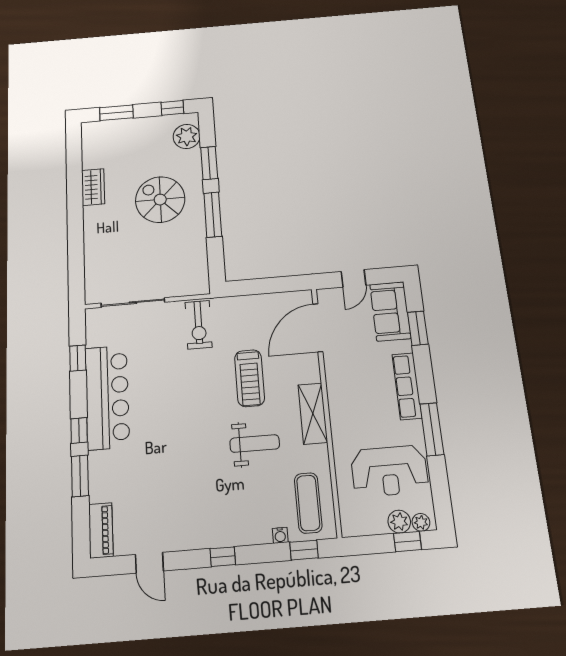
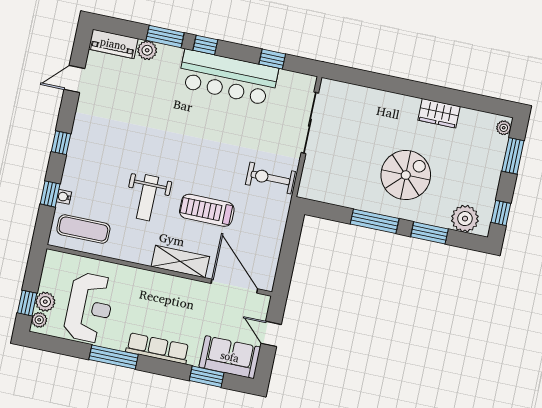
plant: (92, 128) -> (504, 128), added
shelving: (313, 414) -> (180, 262), moved
reception desk: (389, 471) -> (89, 308), turned 180
plant: (99, 491) -> (147, 50), added
window: (304, 550) -> (50, 194), moved

